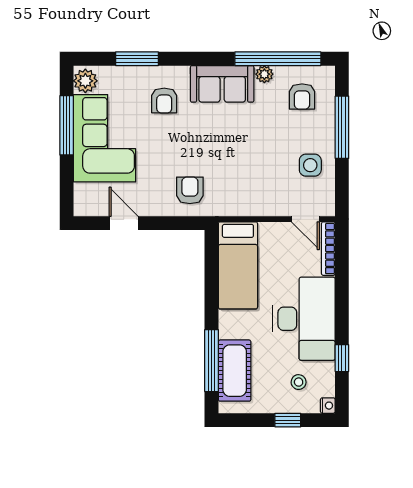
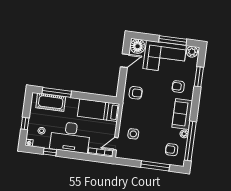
side table: (310, 165) -> (133, 134), moved
floor lamp: (89, 200) -> (138, 46), added

